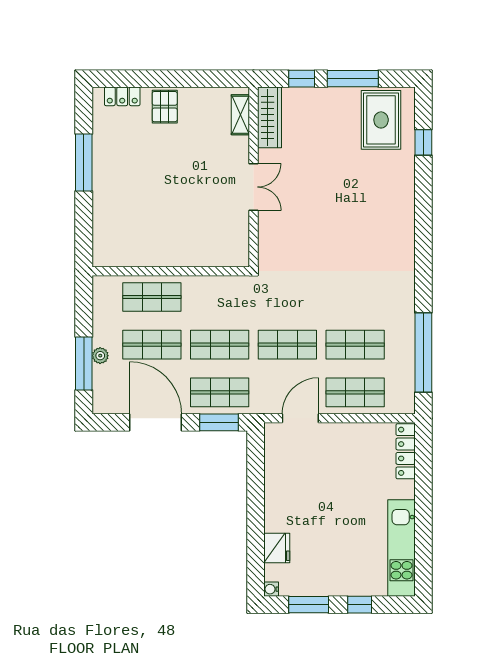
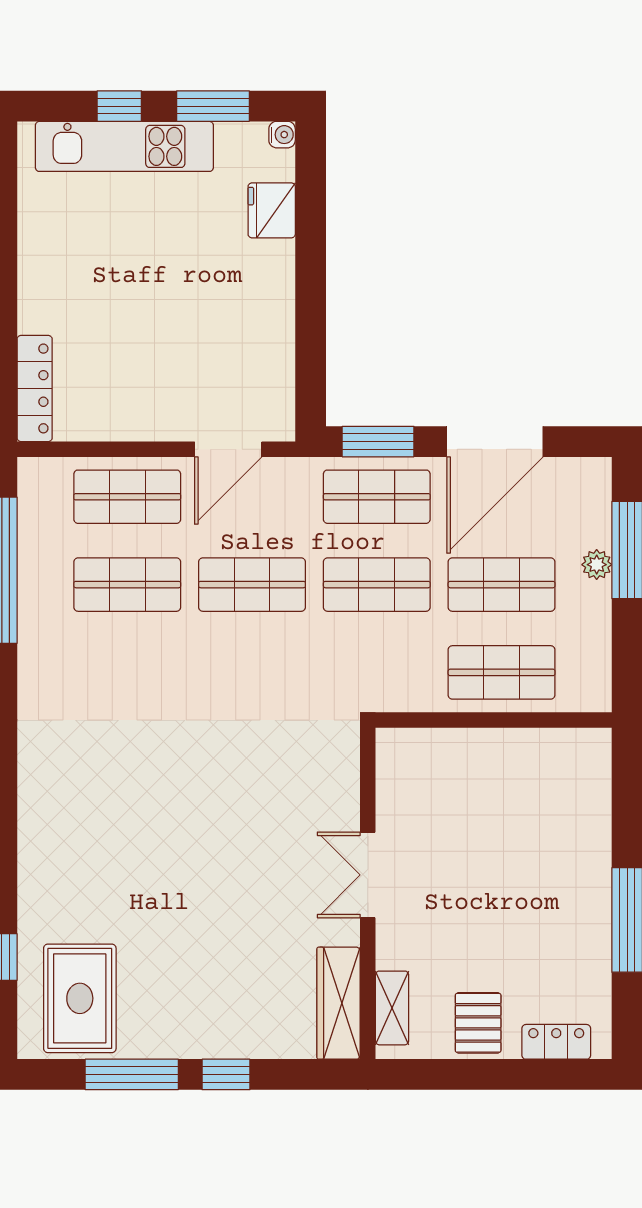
shelving: (240, 115) -> (392, 1008), moved
wardrobe: (270, 117) -> (338, 1003), moved
wall: (254, 177) -> (368, 893), moved
double door: (254, 187) -> (368, 875), moved
door: (155, 422) -> (495, 442), hinge flipped
kitchen unit: (401, 548) -> (124, 146), moved, turned 90

